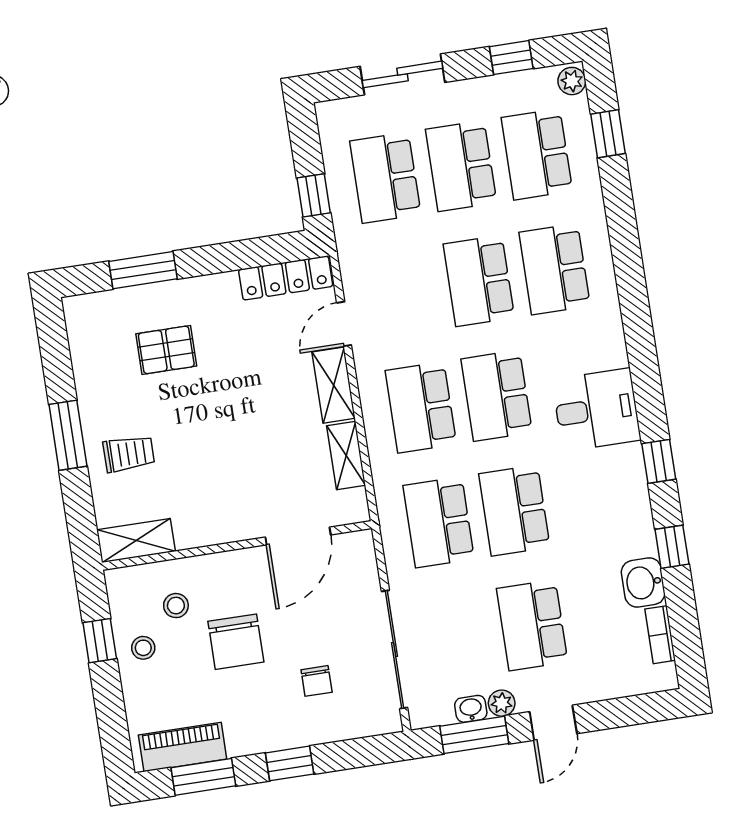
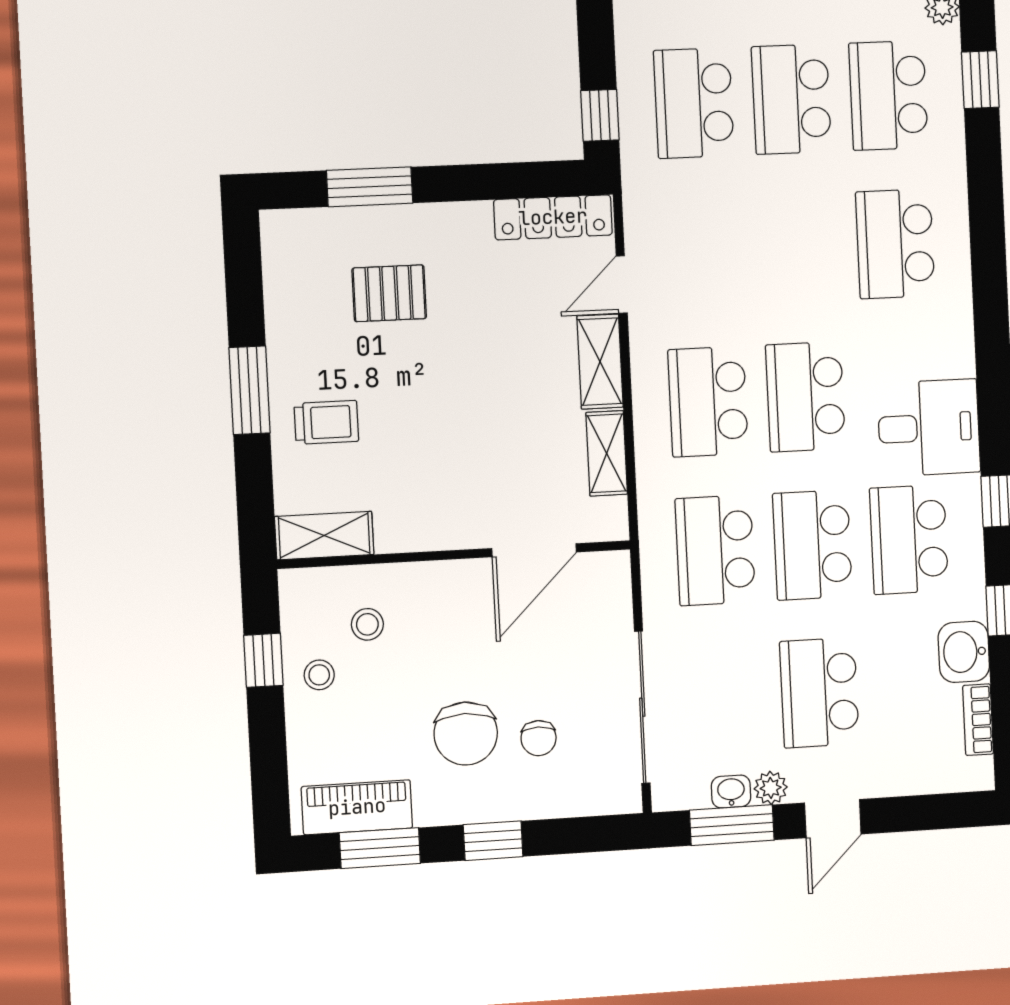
school desk: (479, 281) -> (909, 540), moved
chair: (236, 642) -> (466, 734), moved

